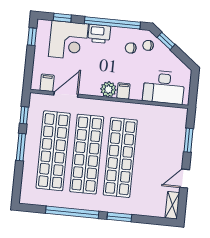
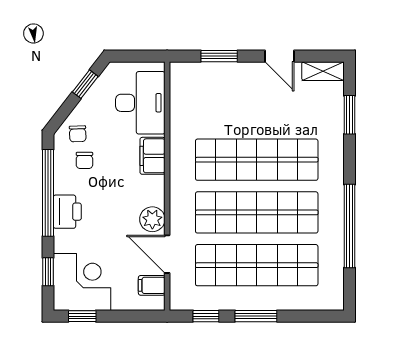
corner desk: (68, 40) -> (82, 282), moved
window: (166, 41) -> (85, 84), moved
plant: (108, 89) -> (152, 219), moved
filing cabinet: (123, 91) -> (153, 156), width x2.00
window: (119, 217) -> (350, 115), moved

